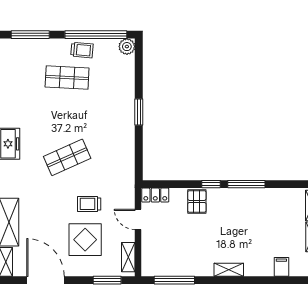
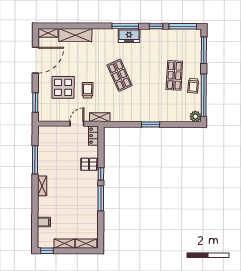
shelving: (128, 257) -> (100, 117), moved
window: (174, 280) -> (35, 160), moved

